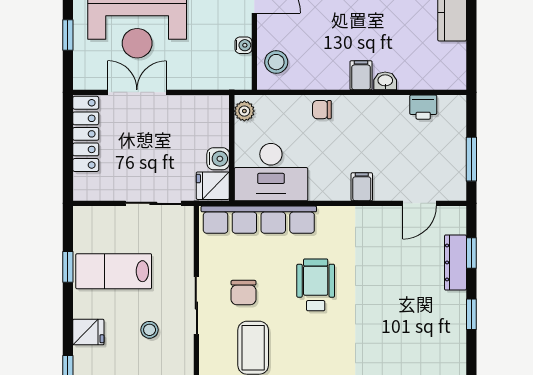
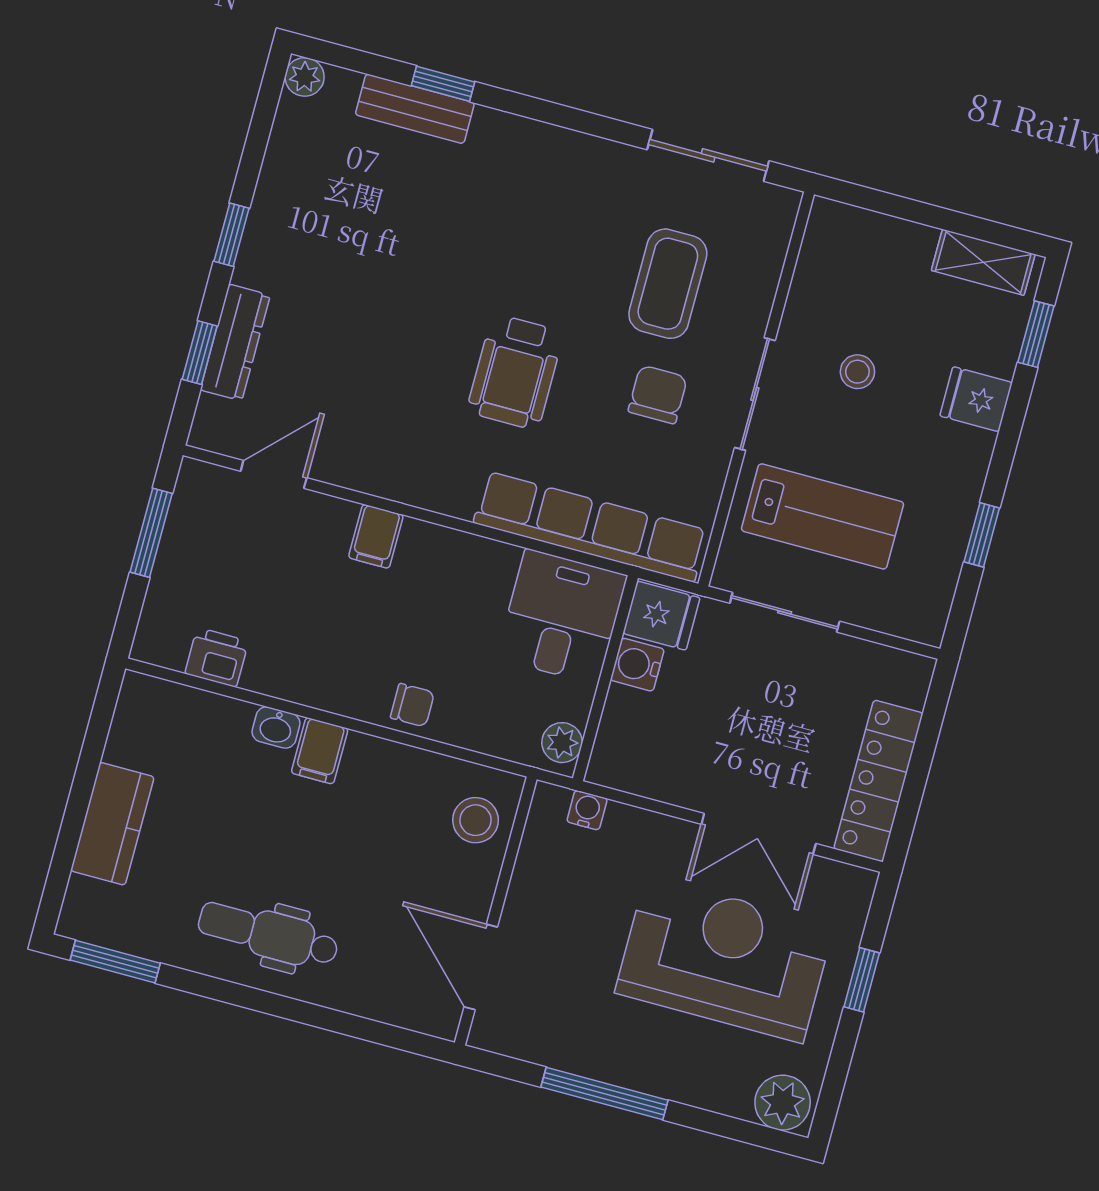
water cooler: (244, 45) -> (587, 810), moved, turned 90
desk: (271, 172) -> (562, 617), width x0.73
lab bench: (114, 271) -> (822, 516), moved

